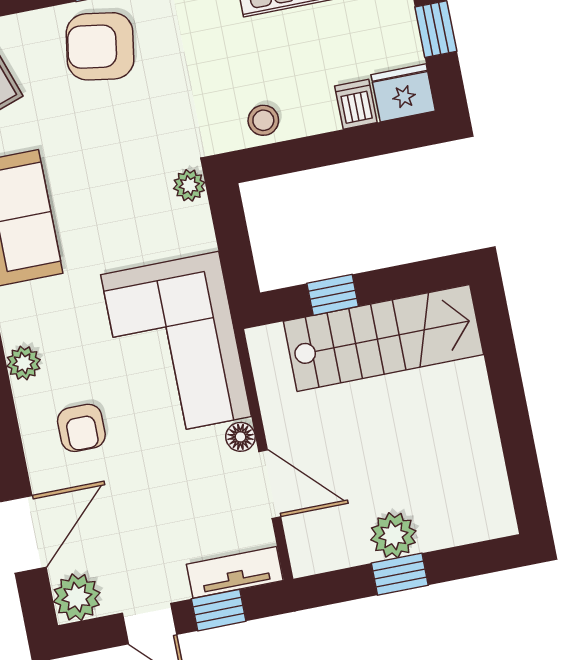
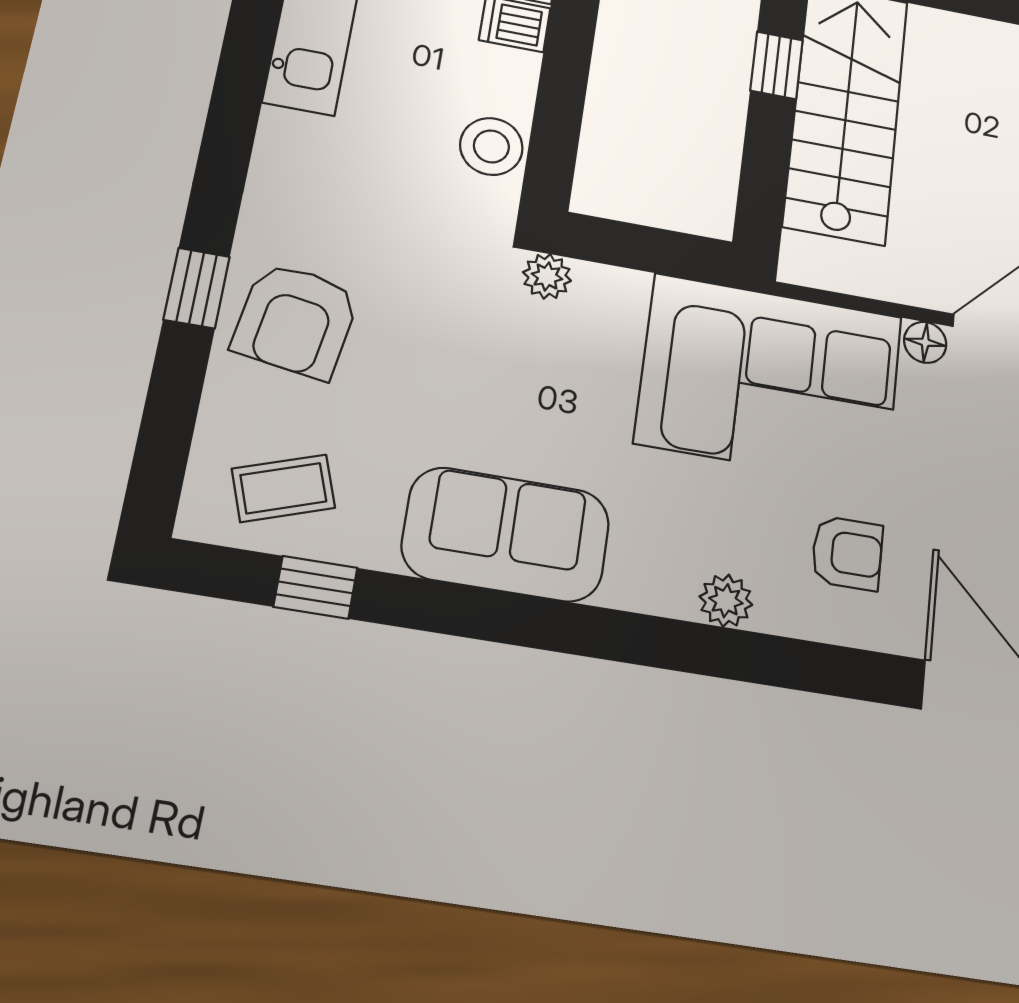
stool: (263, 120) -> (491, 146), width x1.37, depth x1.37
window: (333, 295) -> (777, 65), moved

